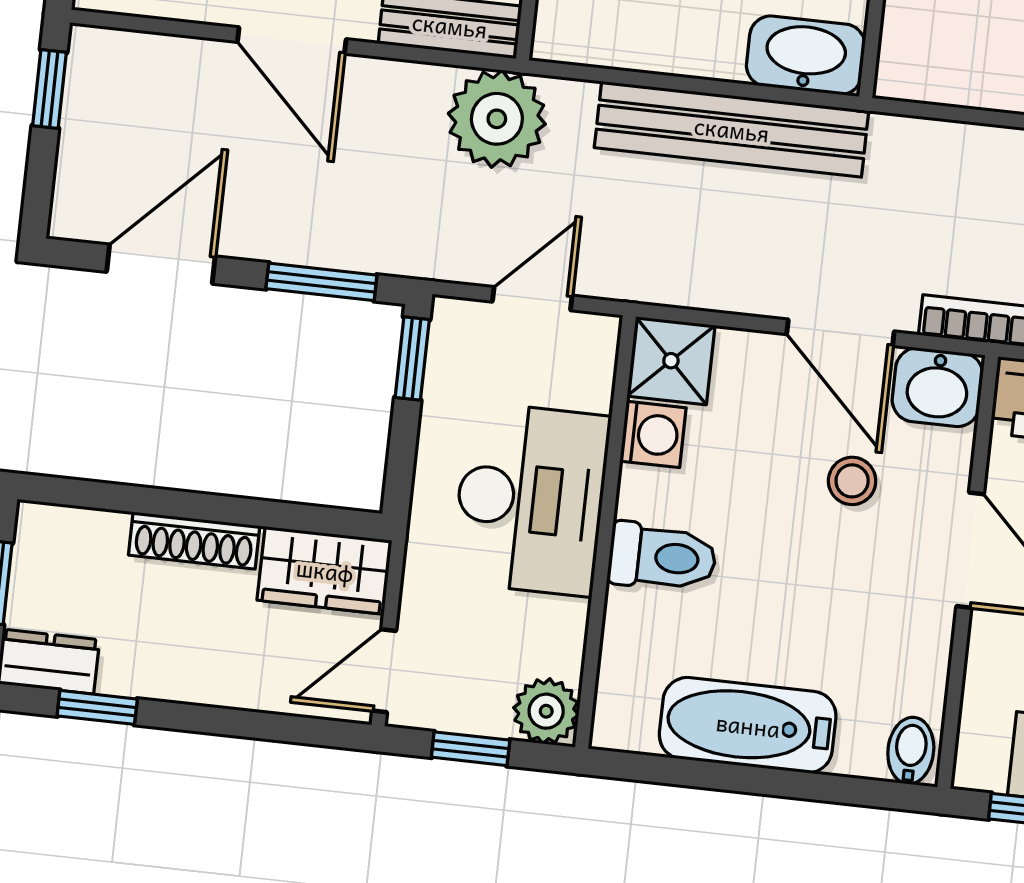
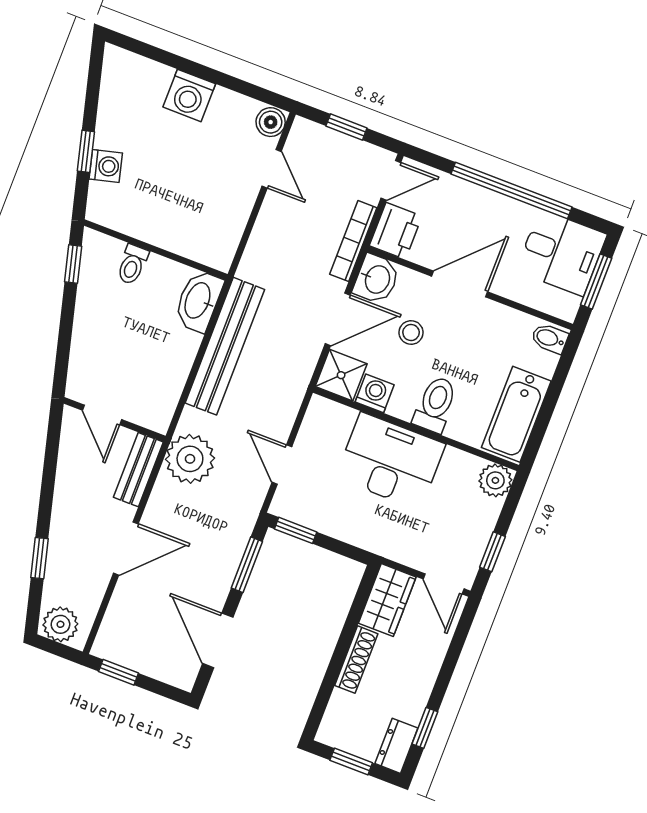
shower: (671, 361) -> (341, 375), moved
washing machine: (653, 434) -> (375, 393), moved
desk: (530, 499) -> (390, 461), moved
wall: (605, 532) -> (416, 429), moved
toilet: (662, 557) -> (435, 404), moved
plant: (546, 711) -> (495, 480), moved

